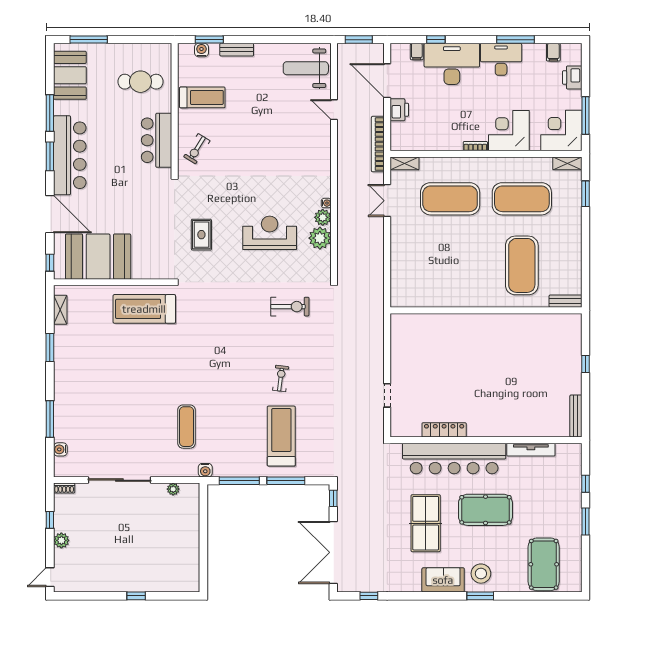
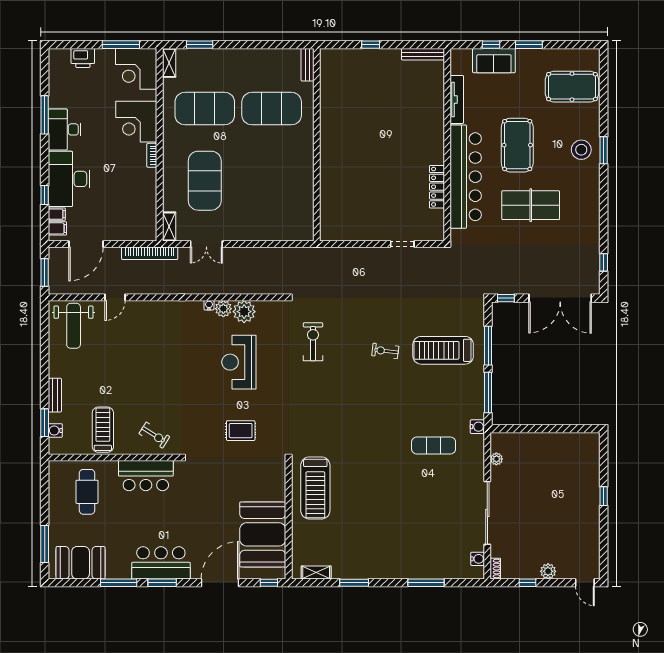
filing cabinet: (553, 52) -> (57, 228), moved
printer: (399, 110) -> (115, 232), removed
bar counter: (70, 155) -> (161, 563), width x0.73
exercise mat: (522, 199) -> (205, 109), turned 90
water cooler: (60, 449) -> (478, 559), moved, turned -90
sofa: (443, 580) -> (494, 61), moved, turned -90

